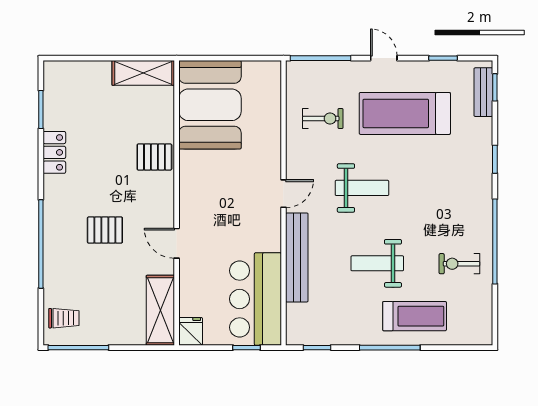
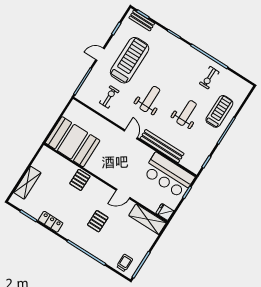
shelving: (143, 73) -> (27, 183), moved
treadmill: (405, 113) -> (130, 60), turned 180
weight bench: (377, 263) -> (187, 113), turned 180

